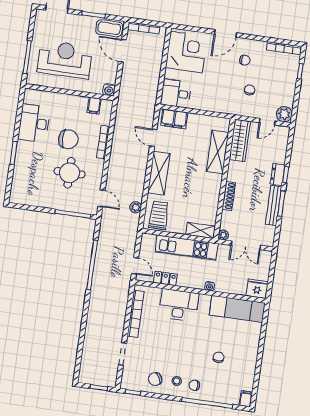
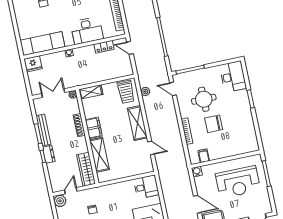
filing cabinet: (174, 119) -> (94, 128), moved, turned 90
desk: (34, 123) -> (233, 77), moved
kitchen unit: (187, 248) -> (97, 75), removed

